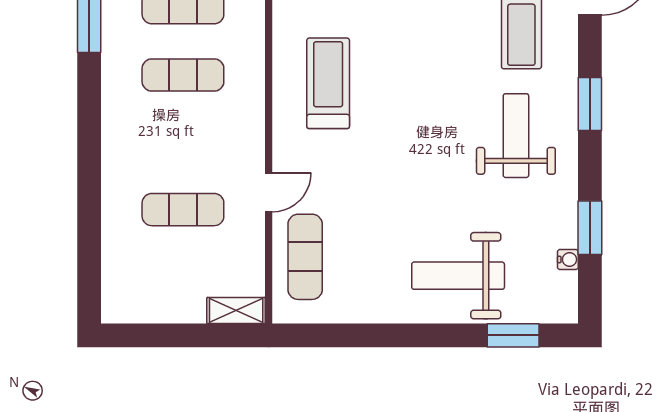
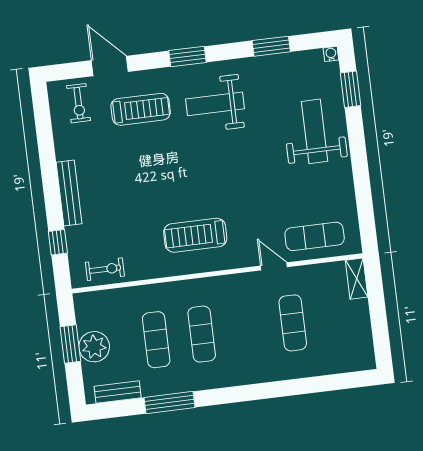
water cooler: (568, 259) -> (331, 54), moved
weight bench: (458, 276) -> (315, 131), turned 180

